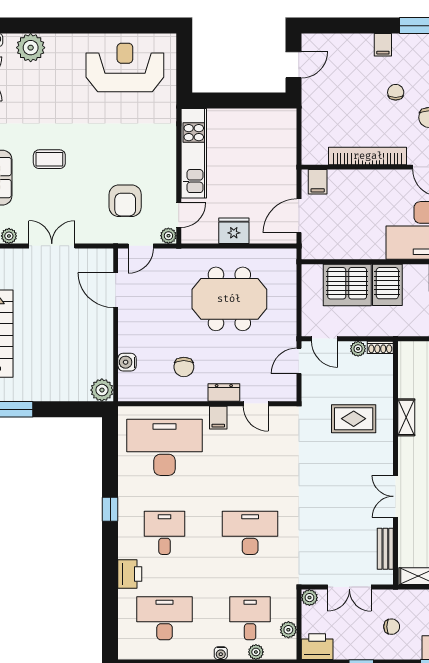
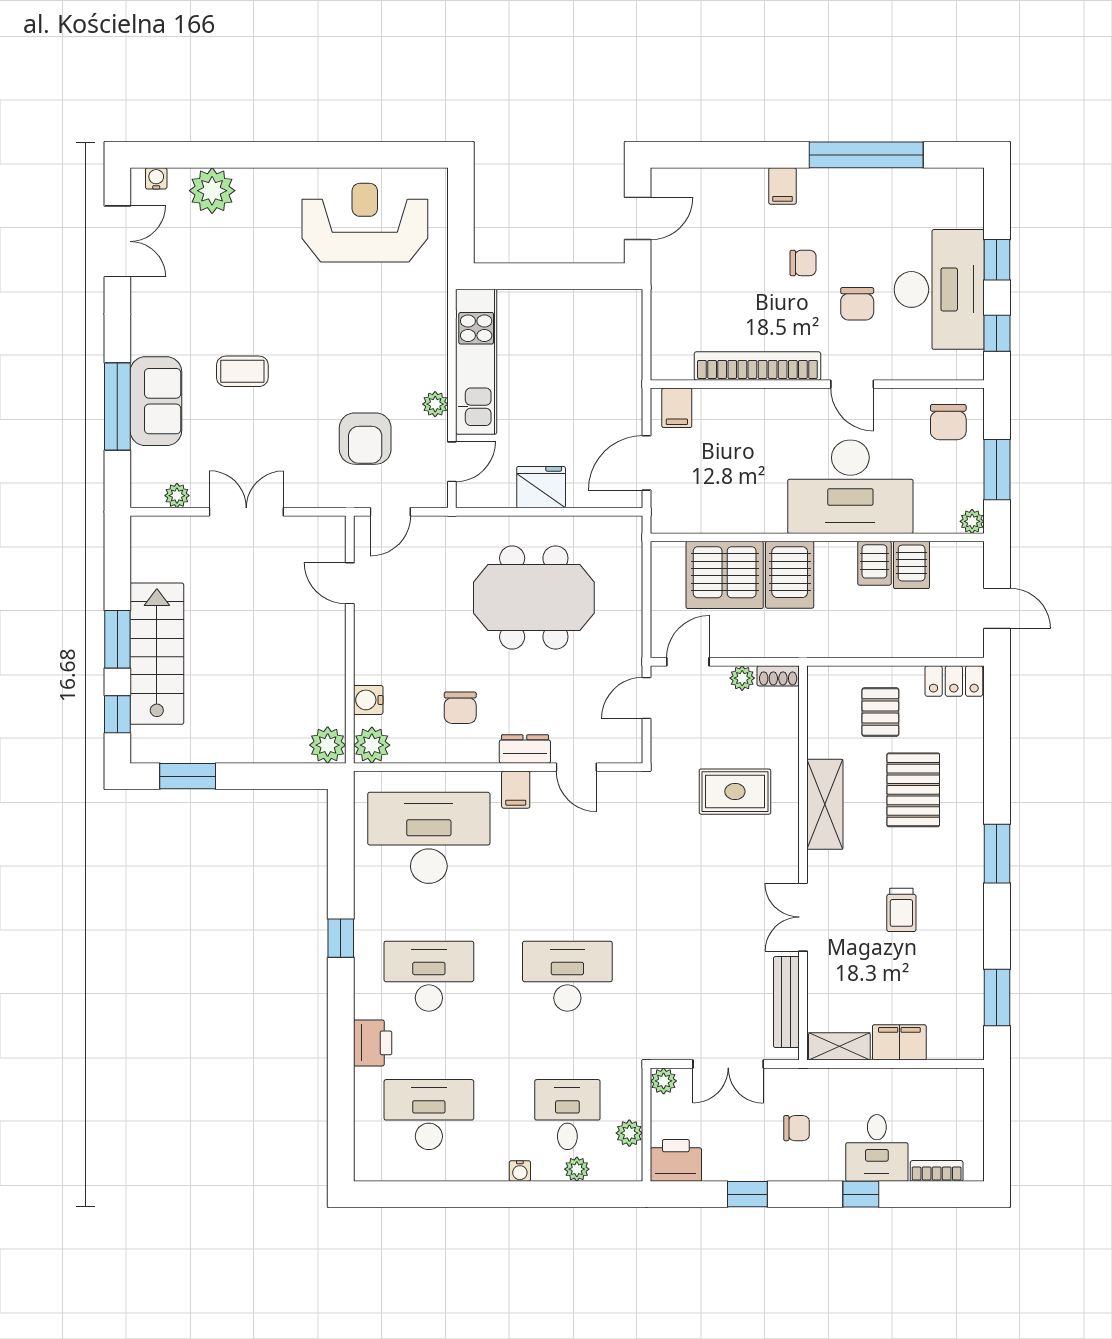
chair: (396, 92) -> (803, 263), turned 90
plant: (168, 236) -> (435, 404), moved
door: (116, 290) -> (350, 583), width x0.73
door: (325, 339) -> (688, 662), swing flipped
plant: (129, 390) -> (372, 745), added
shelving: (406, 417) -> (825, 804), width x1.50, depth x1.33
desk: (165, 533) -> (429, 976), width x1.37
bench: (385, 549) -> (786, 1002), width x1.36

